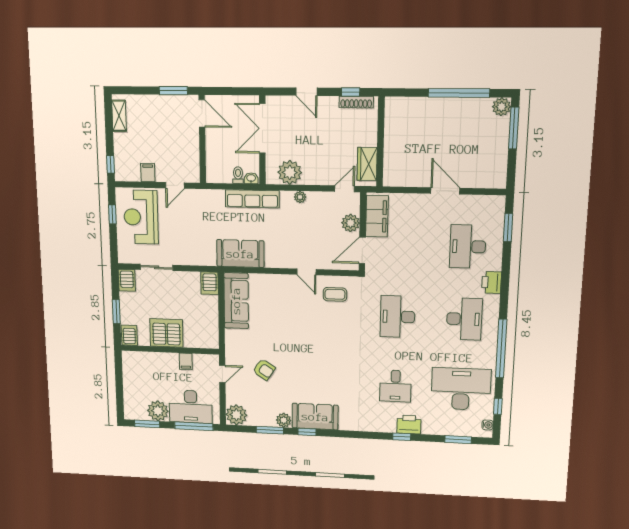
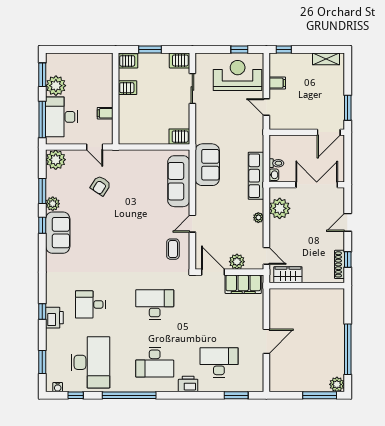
sofa: (236, 301) -> (179, 181), moved, turned 90
server rack: (166, 333) -> (128, 88), width x0.46, depth x0.70

